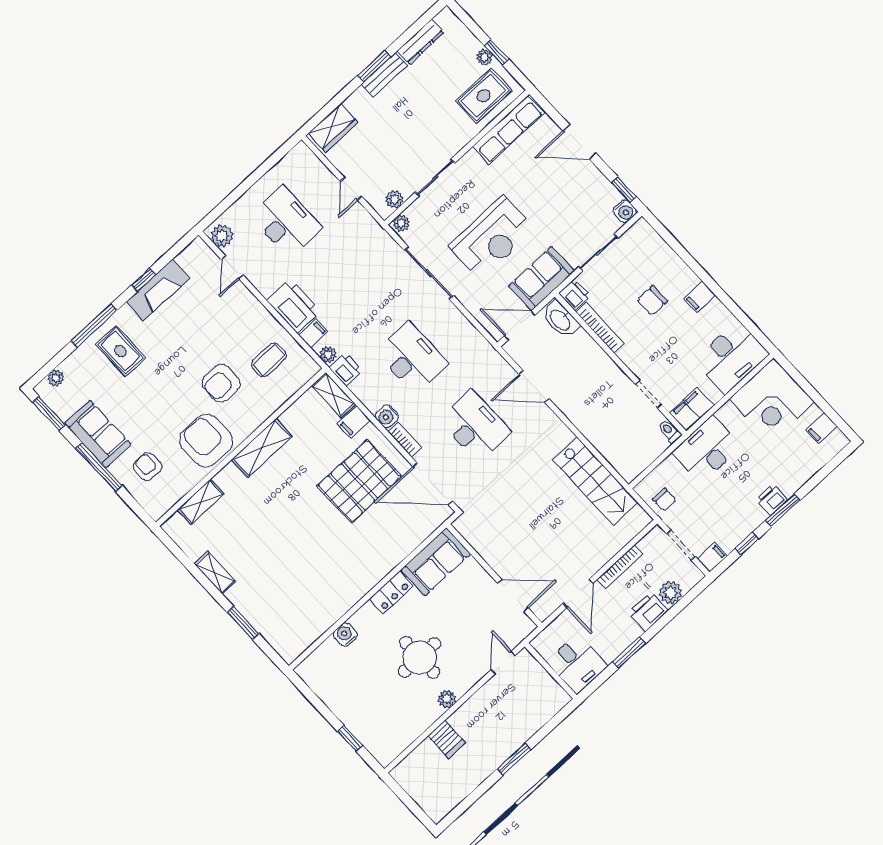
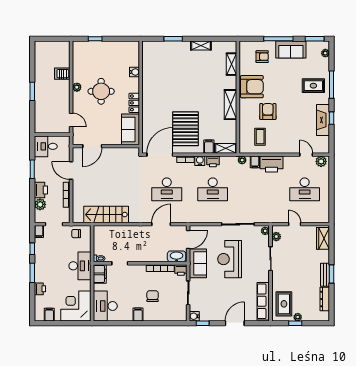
printer: (345, 369) -> (213, 161), moved
printer: (772, 500) -> (40, 289), moved

